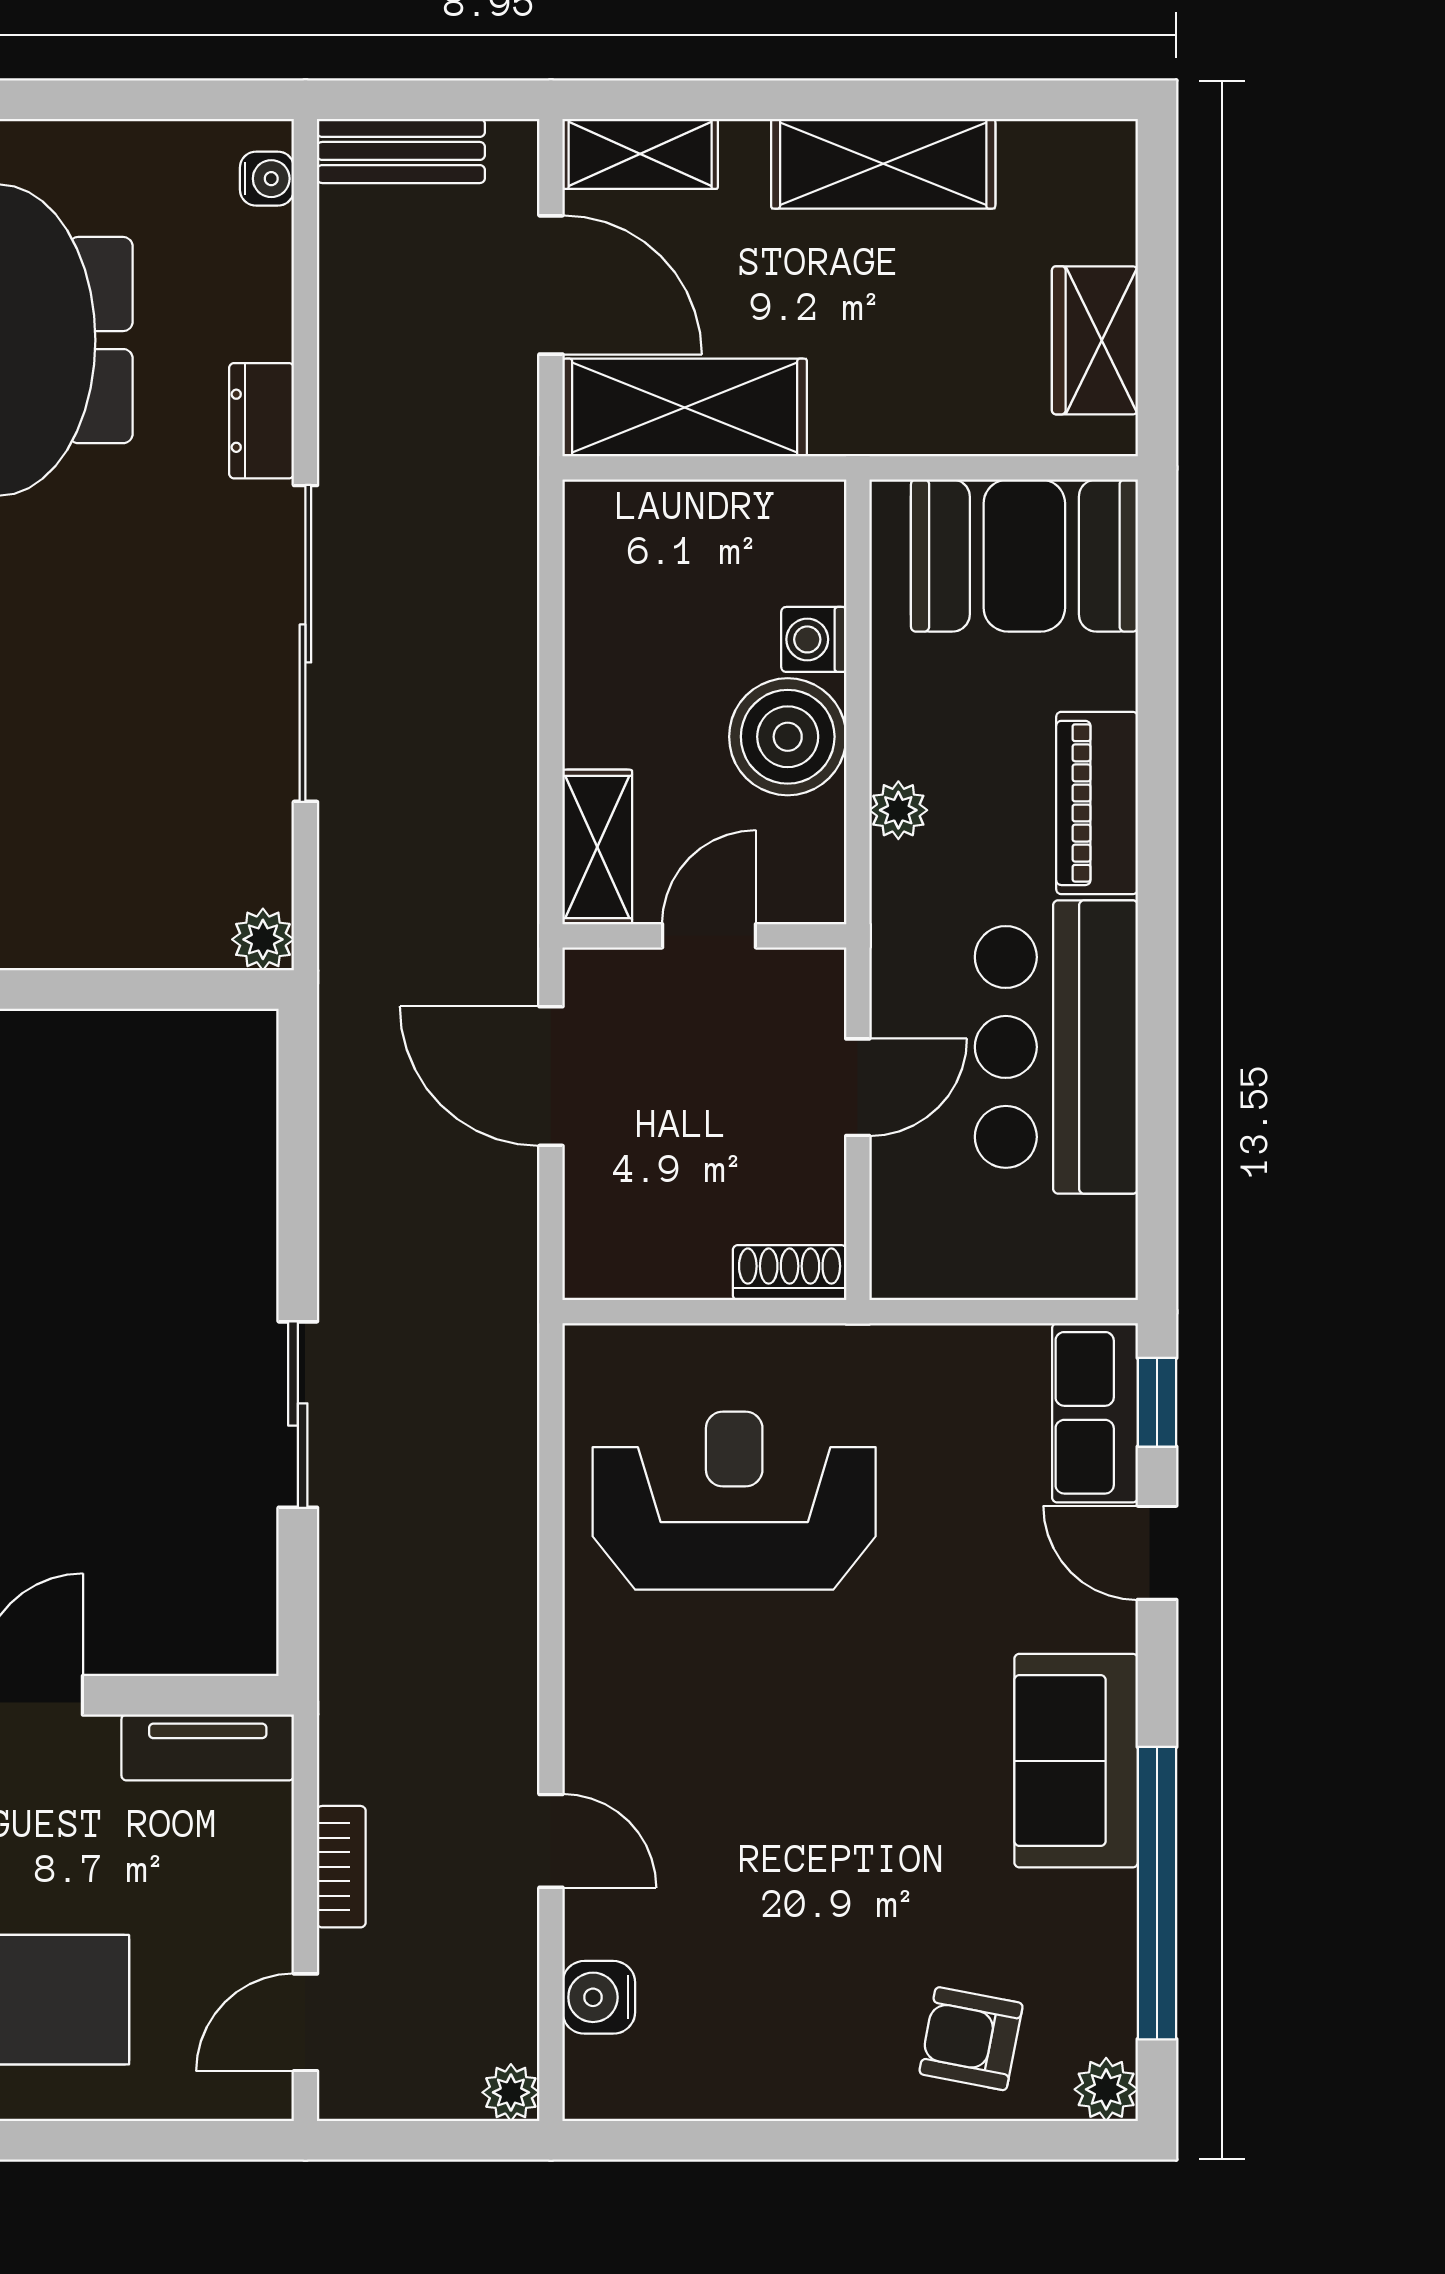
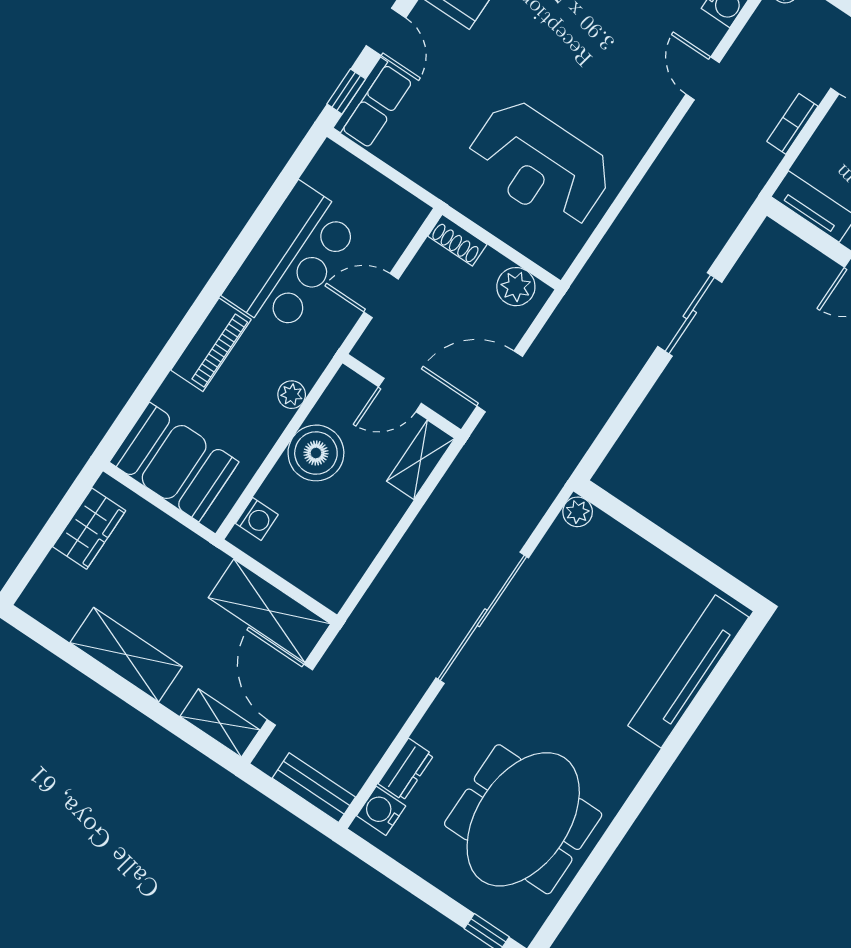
water cooler: (267, 179) -> (381, 811), width x1.38, depth x1.38
dresser: (262, 421) -> (406, 769), moved
washing machine: (814, 639) -> (257, 519), moved
door: (551, 1076) -> (500, 381), swing flipped
plant: (633, 1260) -> (516, 287), added

